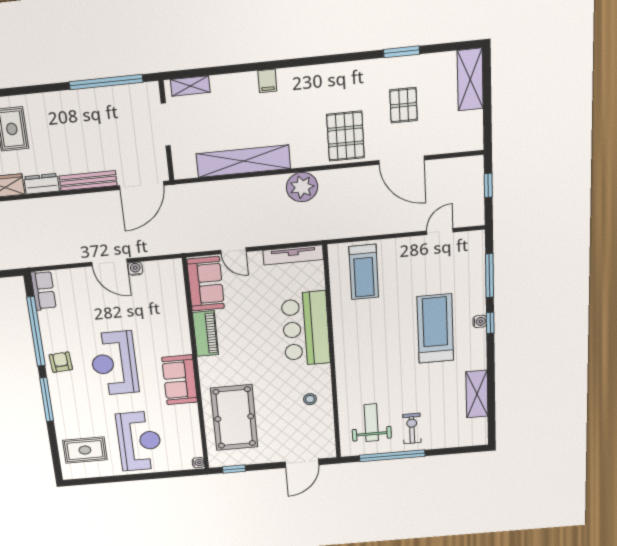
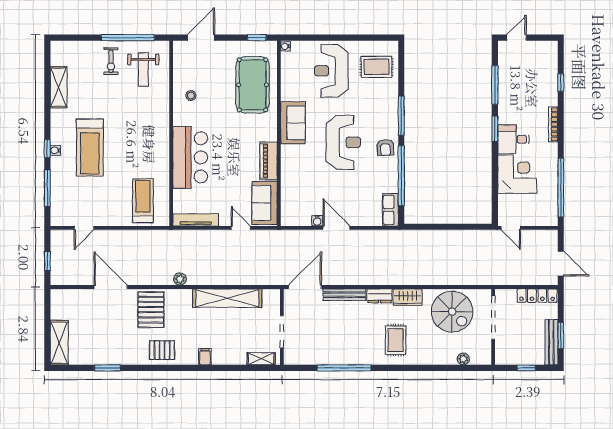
window: (106, 82) -> (344, 368), moved
pallet: (404, 105) -> (162, 350), moved, turned 90
plant: (302, 187) -> (180, 279), width x0.53, depth x0.53

